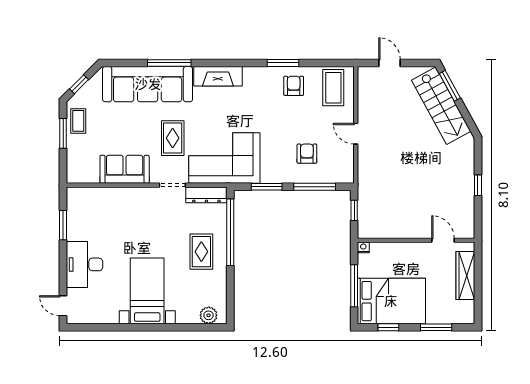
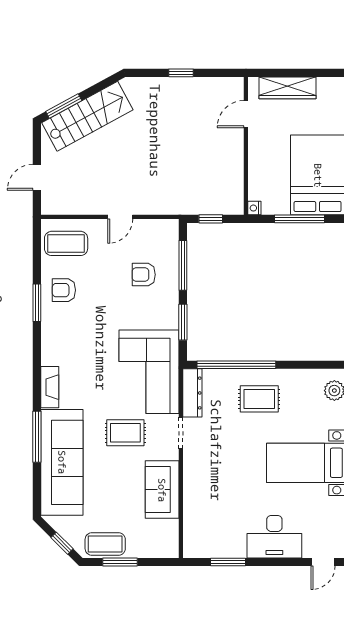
fireplace: (218, 76) -> (50, 387), width x0.73, depth x0.76
coffee table: (78, 121) -> (105, 544), width x1.36, depth x1.30

